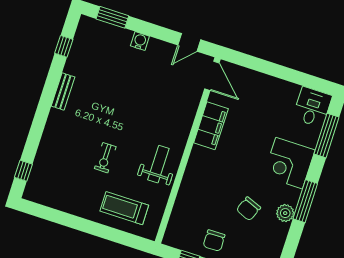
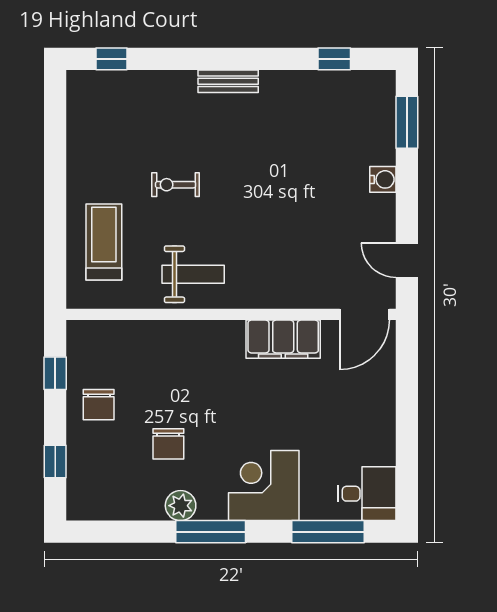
bench: (63, 91) -> (228, 81), moved
chair: (248, 209) -> (168, 444), turned -112
chair: (214, 241) -> (99, 405), turned -89

